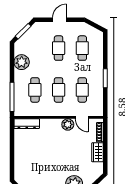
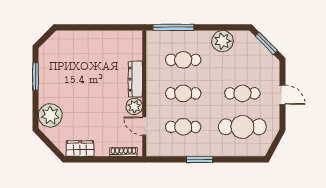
cafe table: (82, 48) -> (242, 127), width x1.37, depth x1.35
door: (82, 117) -> (144, 126), hinge flipped
dresser: (27, 124) -> (135, 79), moved
wardrobe: (98, 152) -> (80, 148), moved

